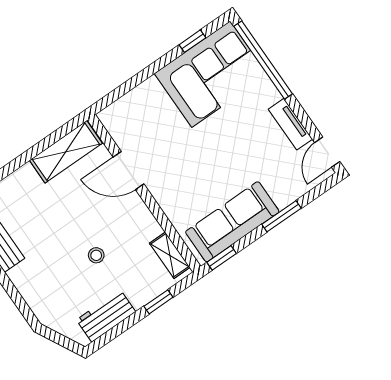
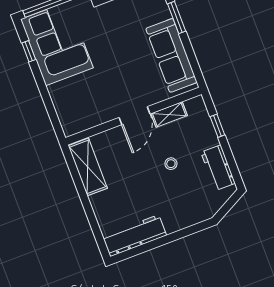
door: (128, 171) -> (135, 116), moved
shelving: (170, 255) -> (169, 114), moved
window: (222, 258) -> (196, 70), removed

